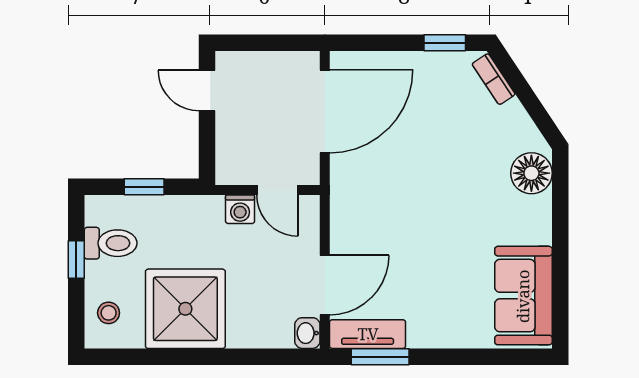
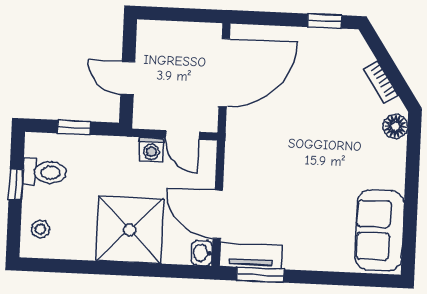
bookcase: (494, 79) -> (381, 82), moved
door: (207, 90) -> (128, 78), moved
floor lamp: (531, 173) -> (395, 126), width x0.73, depth x0.73
door: (325, 285) -> (218, 214), swing flipped
shower: (185, 309) -> (130, 230), moved

